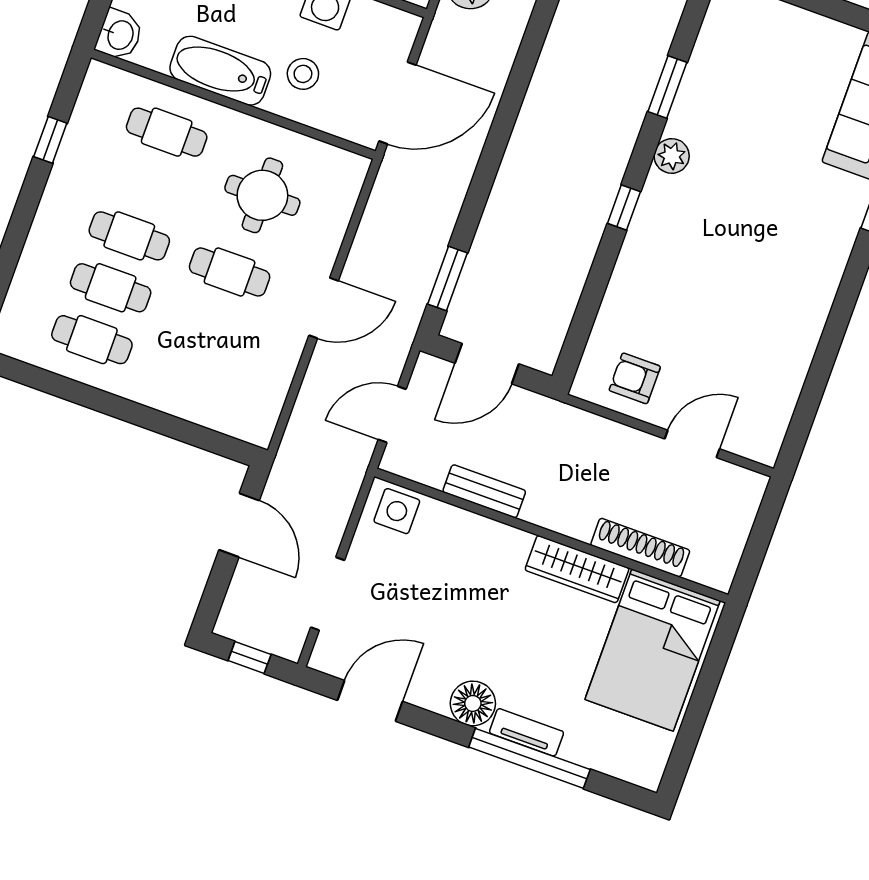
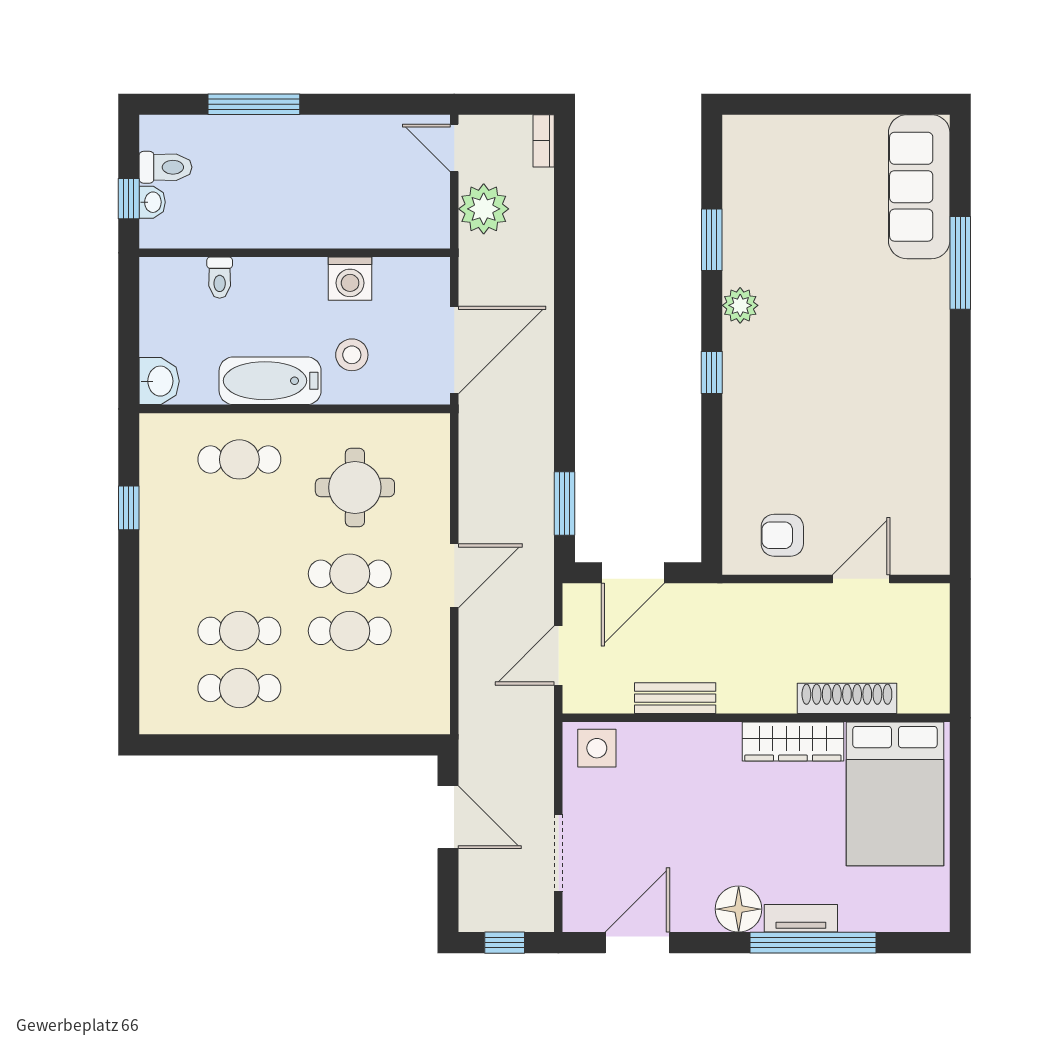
cafe table: (129, 236) -> (350, 631), moved

